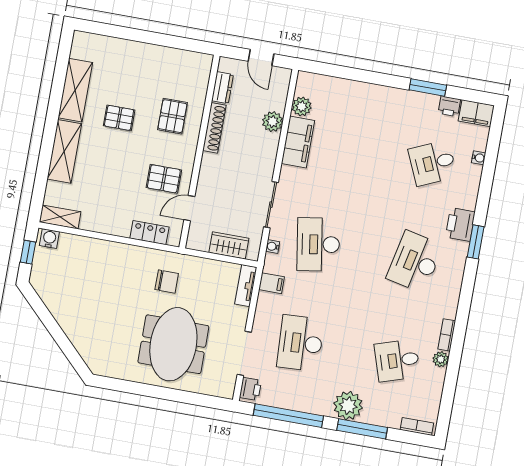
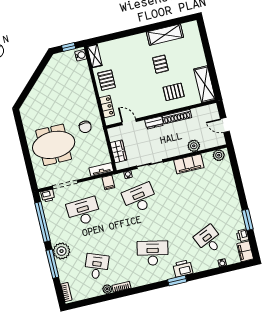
door: (261, 58) -> (225, 125), hinge flipped
dresser: (222, 88) -> (154, 123), moved
plant: (302, 106) -> (219, 155), moved
shelving: (64, 151) -> (205, 84), moved, turned 90
pallet: (164, 179) -> (107, 80), moved
desk: (397, 360) -> (97, 266), turned 39

